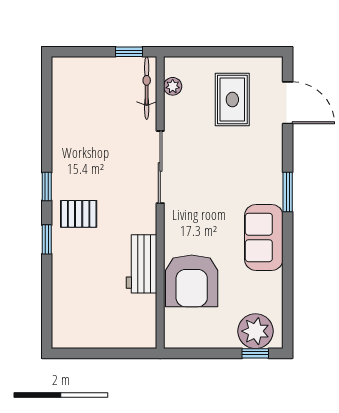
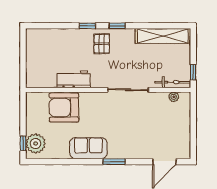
rug: (232, 100) -> (166, 130), removed
shelving: (65, 105) -> (163, 36), added

